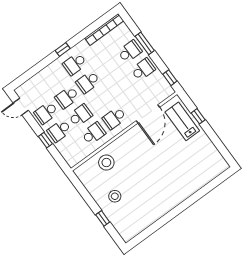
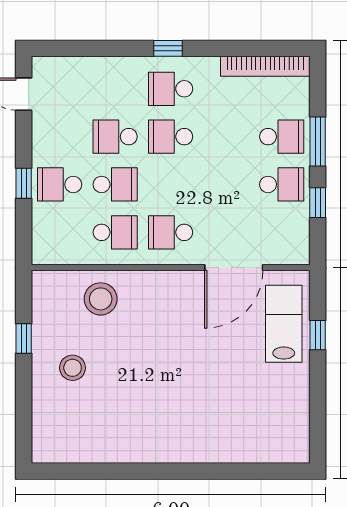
window: (170, 78) -> (318, 203), moved
school desk: (46, 113) -> (60, 137), removed
window: (103, 218) -> (24, 339), moved

